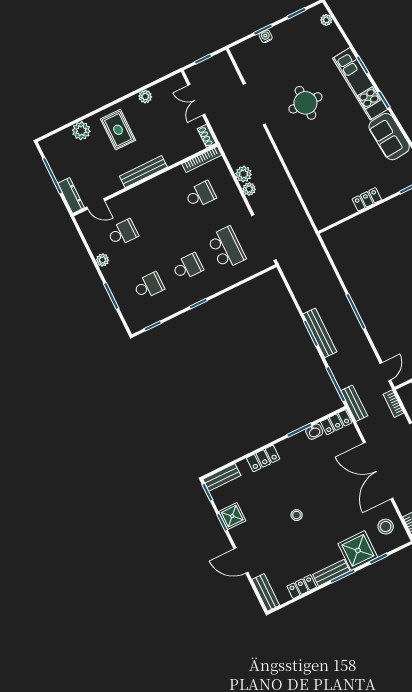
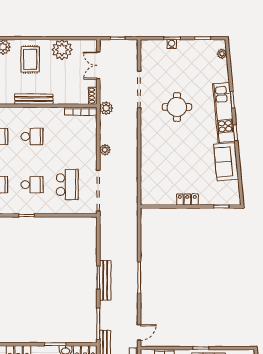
plant: (145, 97) -> (62, 50), width x1.88, depth x1.88
plant: (244, 174) -> (106, 108), moved
school desk: (200, 195) -> (32, 137), moved

